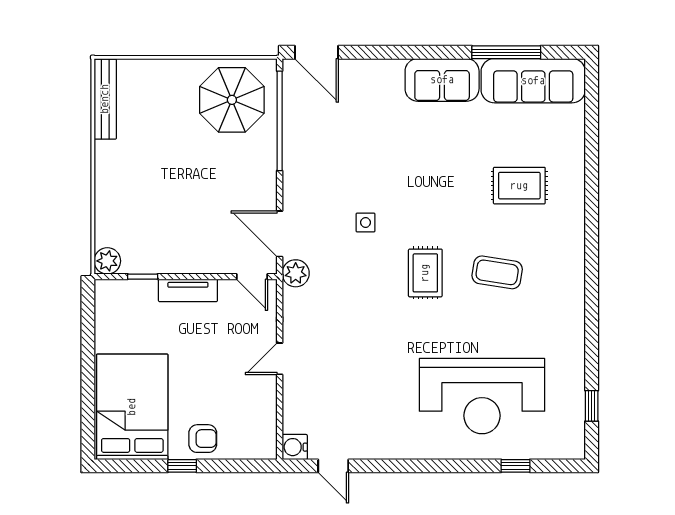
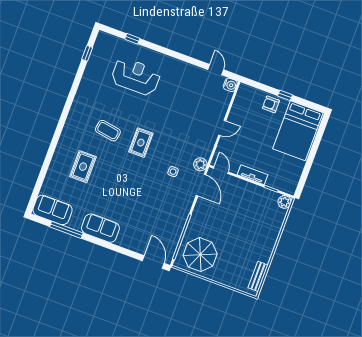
sofa: (533, 81) -> (53, 210), width x0.73
bench: (105, 99) -> (258, 276), width x0.73
rug: (519, 186) -> (83, 167), turned 90
side table: (366, 222) -> (173, 172), moved
reception desk: (482, 396) -> (136, 77), width x0.74, depth x0.77

